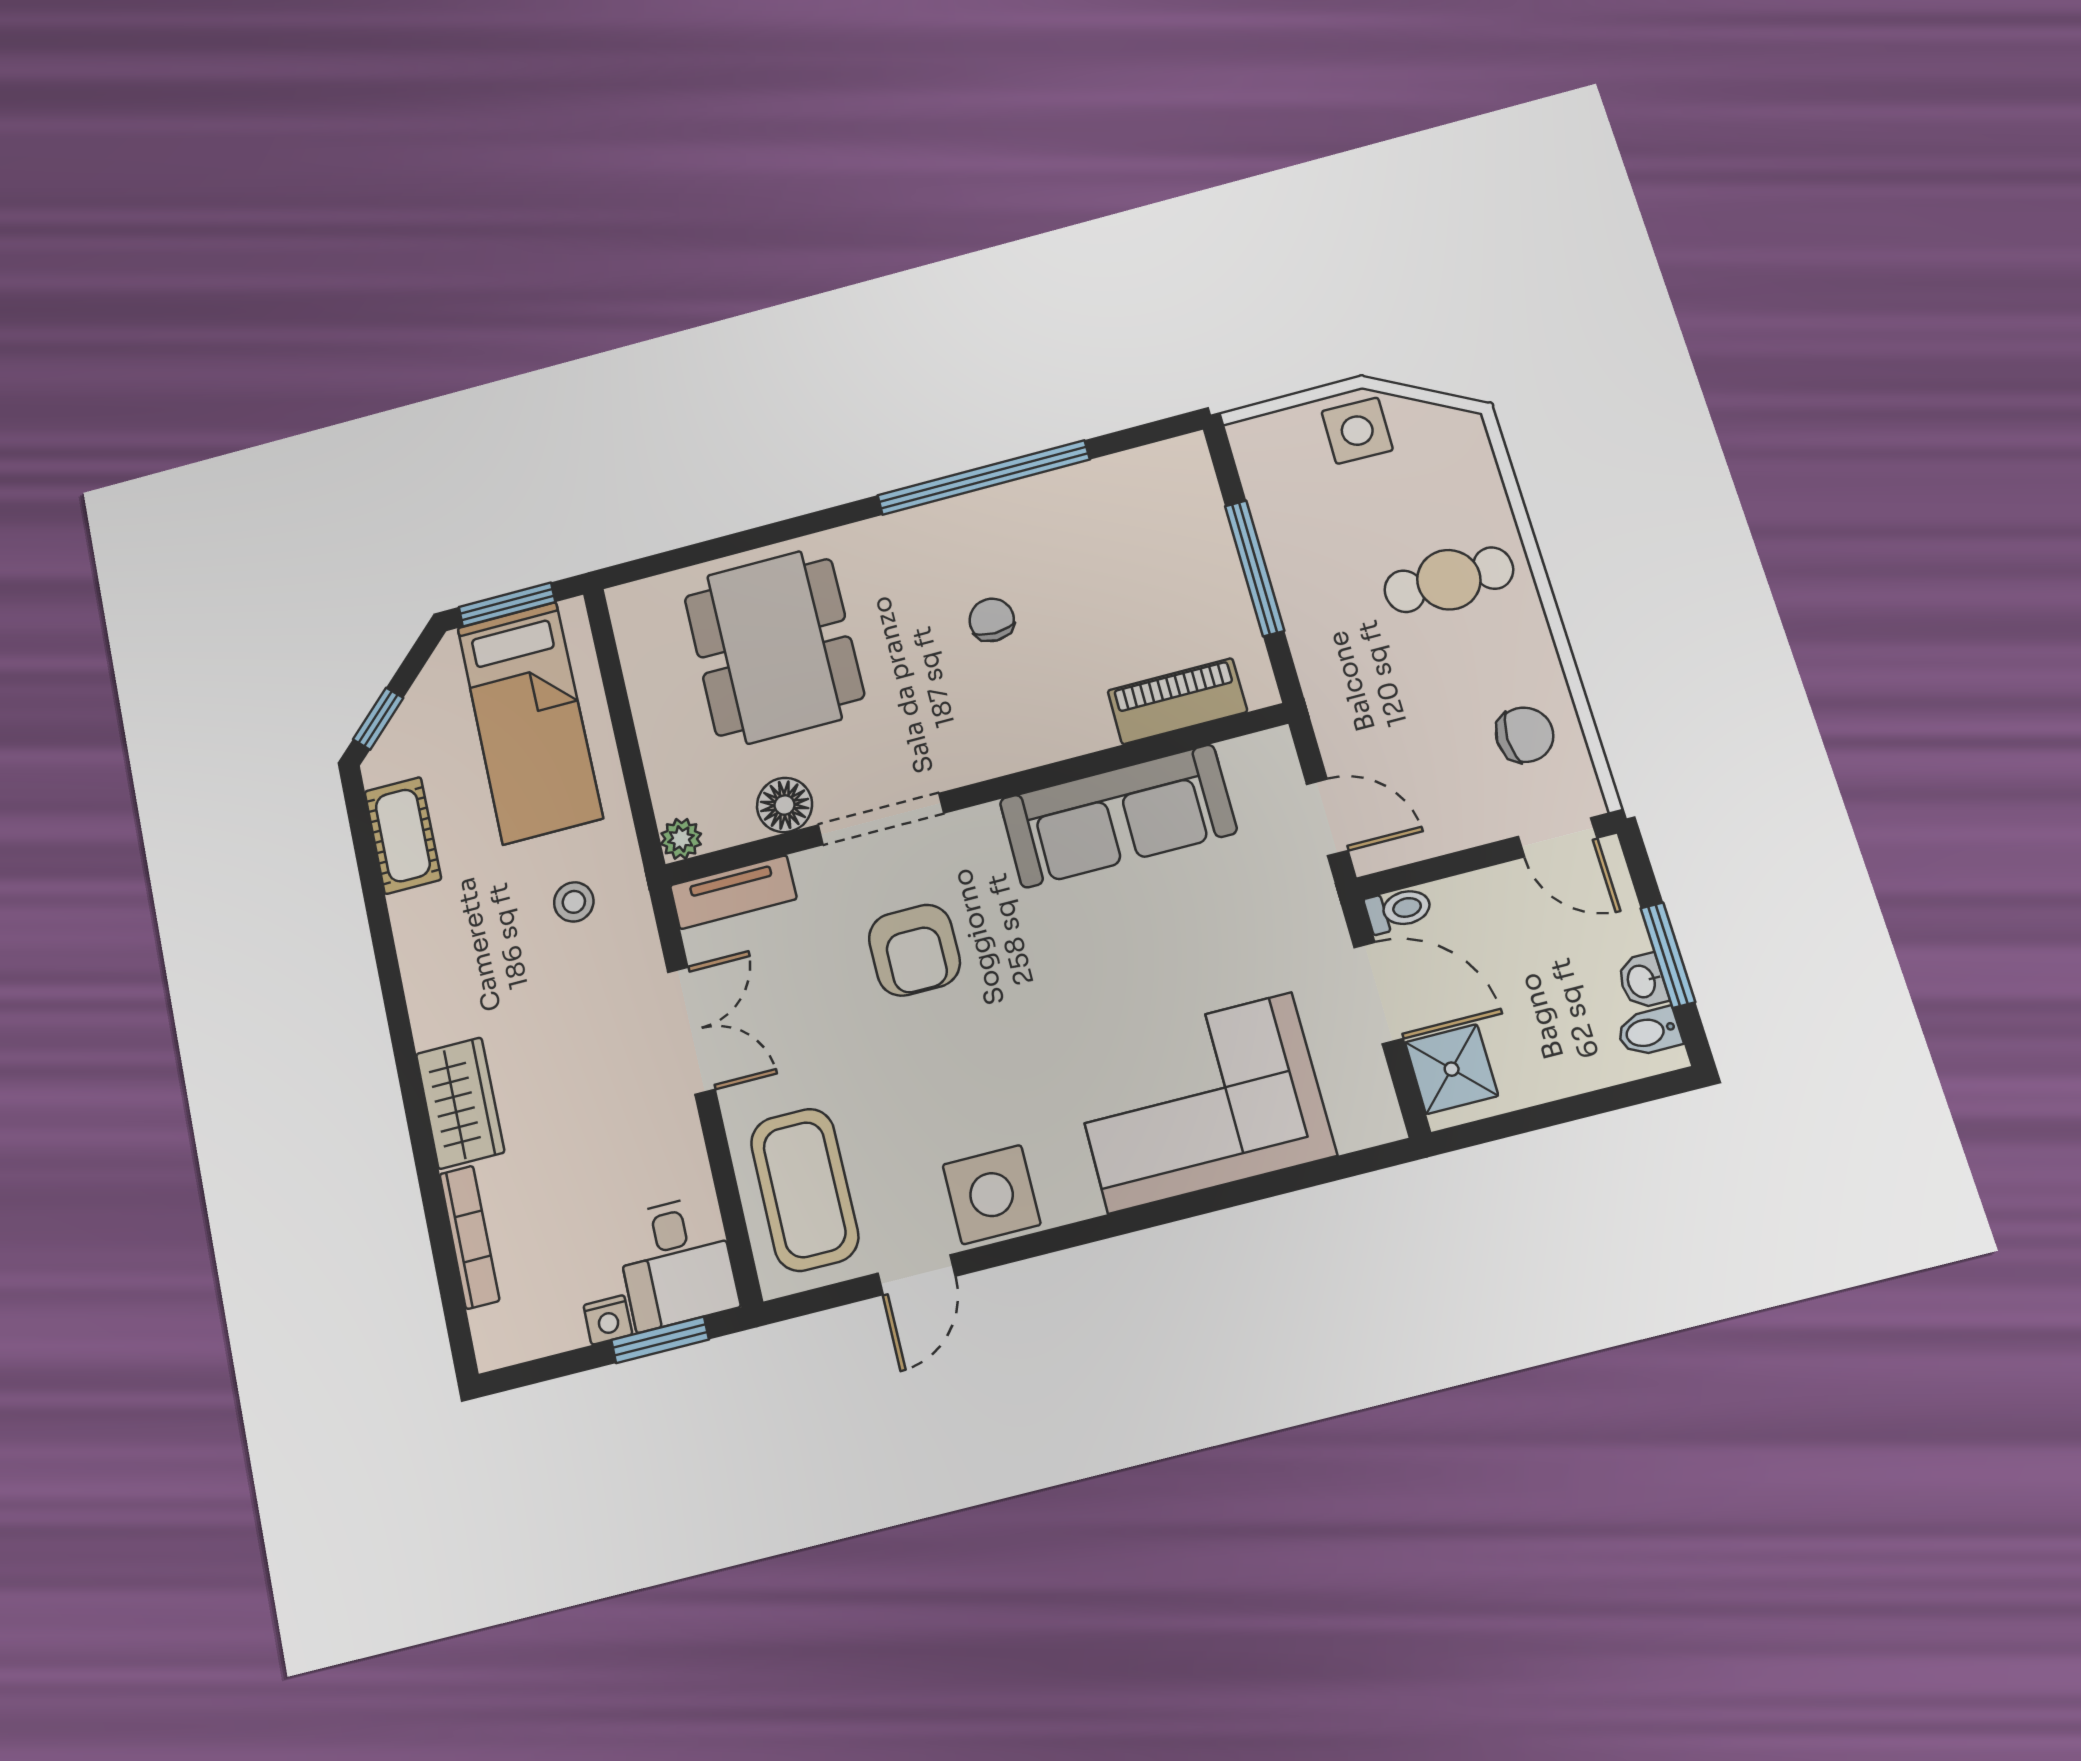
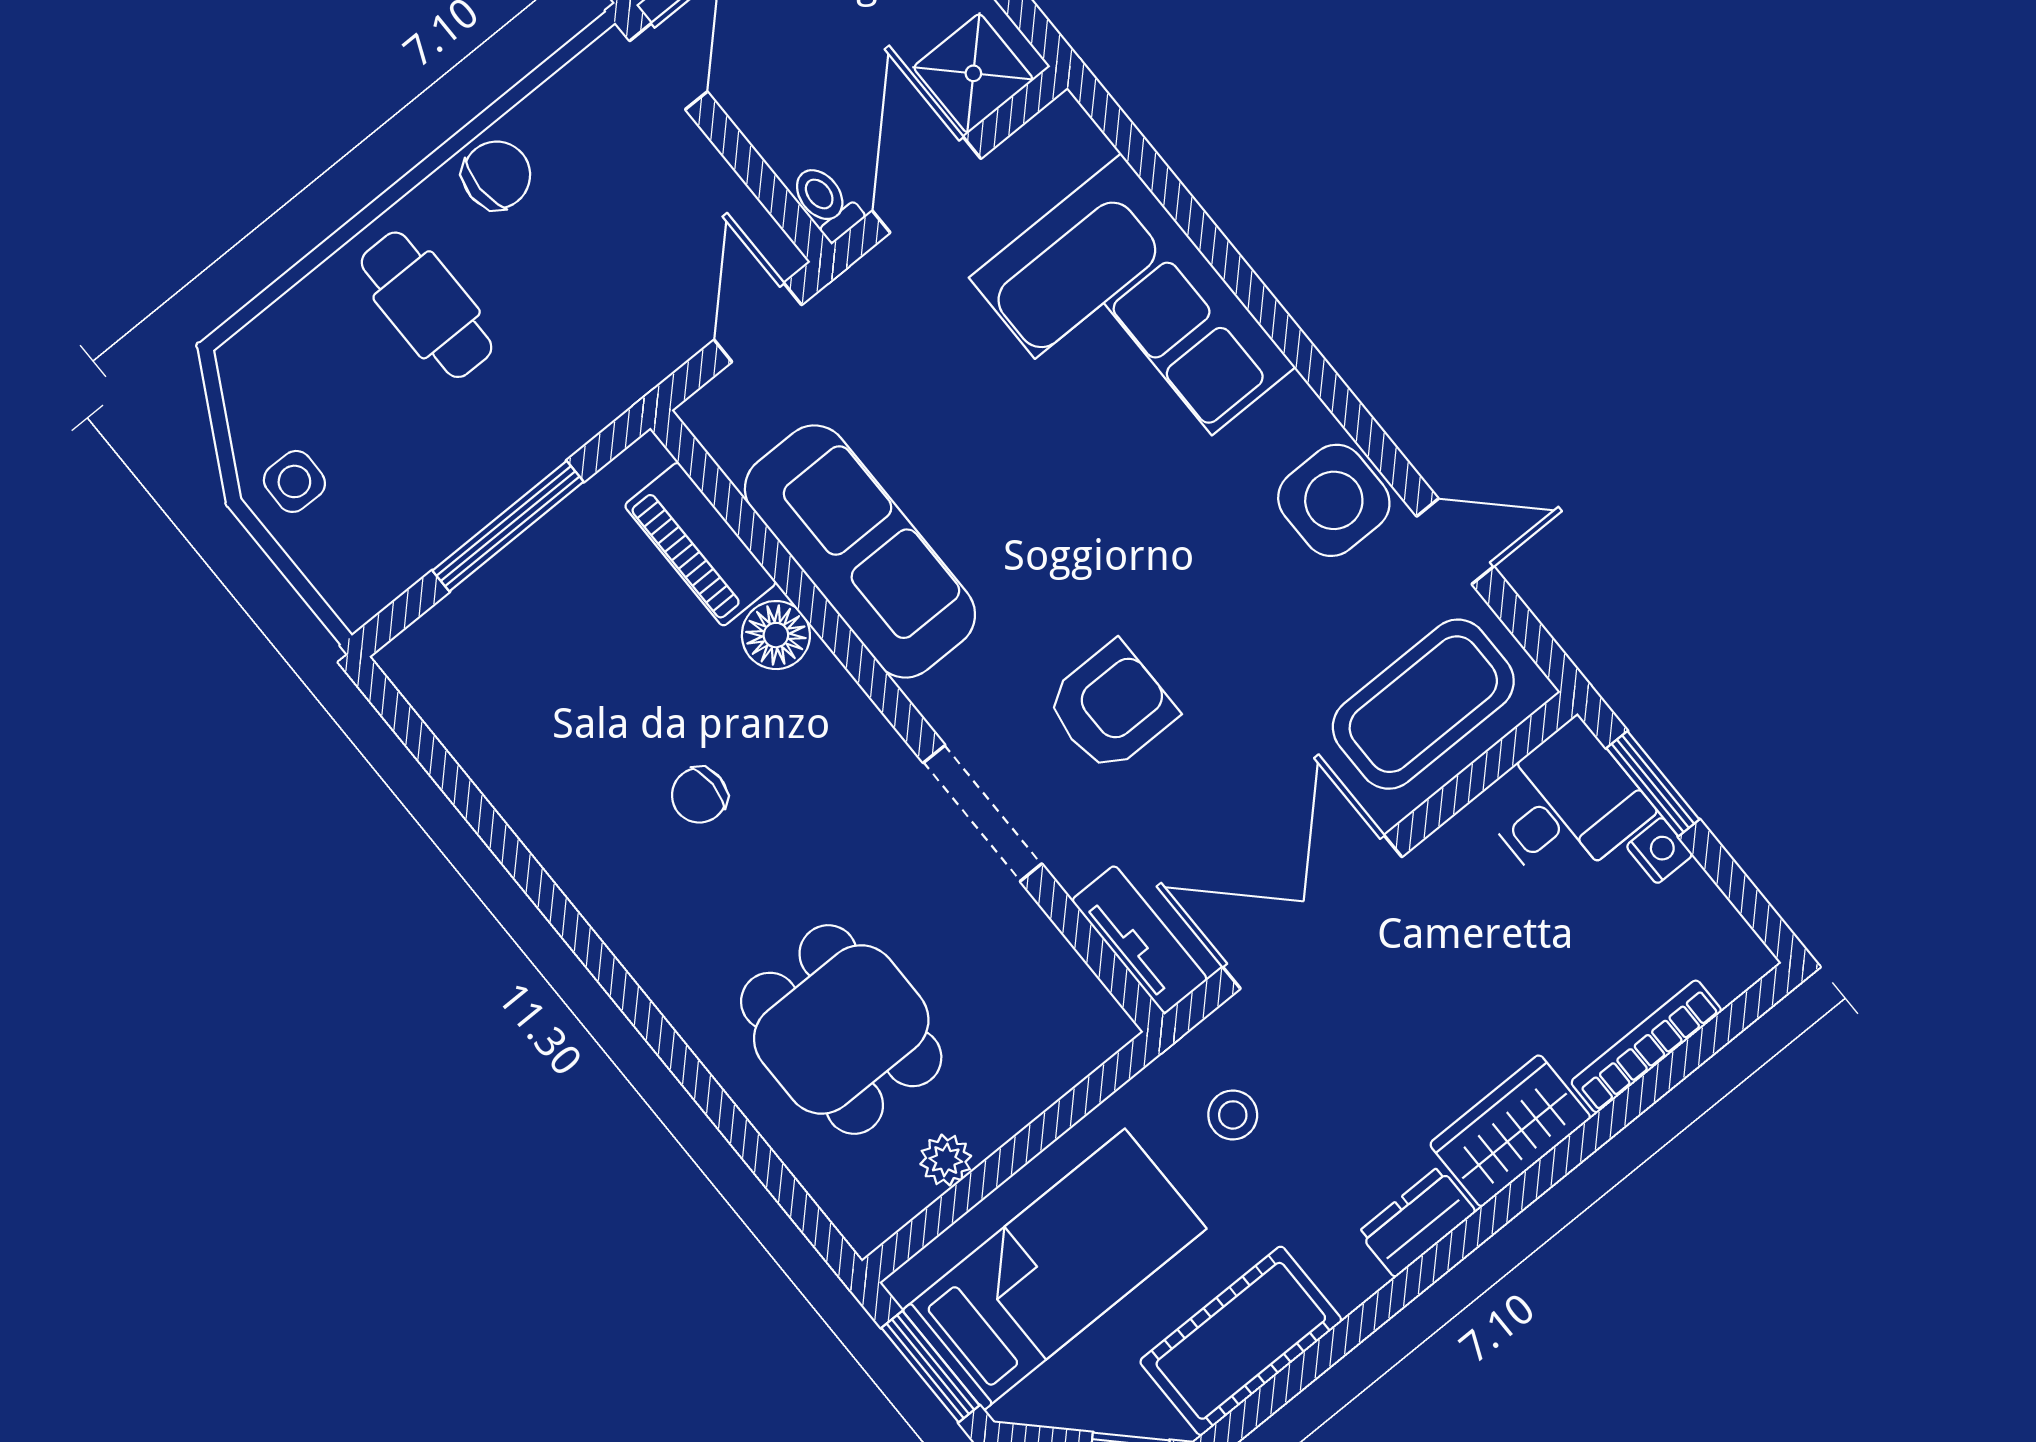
side table: (1357, 431) -> (294, 481), width x0.73, depth x0.73
window: (983, 478) -> (536, 883), removed
dining table: (774, 647) -> (841, 1029), width x0.73
chair: (1525, 735) -> (497, 175), moved, turned 90
floor lamp: (785, 805) -> (776, 635), moved
cot: (403, 835) -> (1241, 1341), width x1.37, depth x1.34
plant: (681, 839) -> (946, 1160), moved
dresser: (430, 1002) -> (1417, 1222), added
double door: (691, 1030) -> (1312, 912), width x1.37

